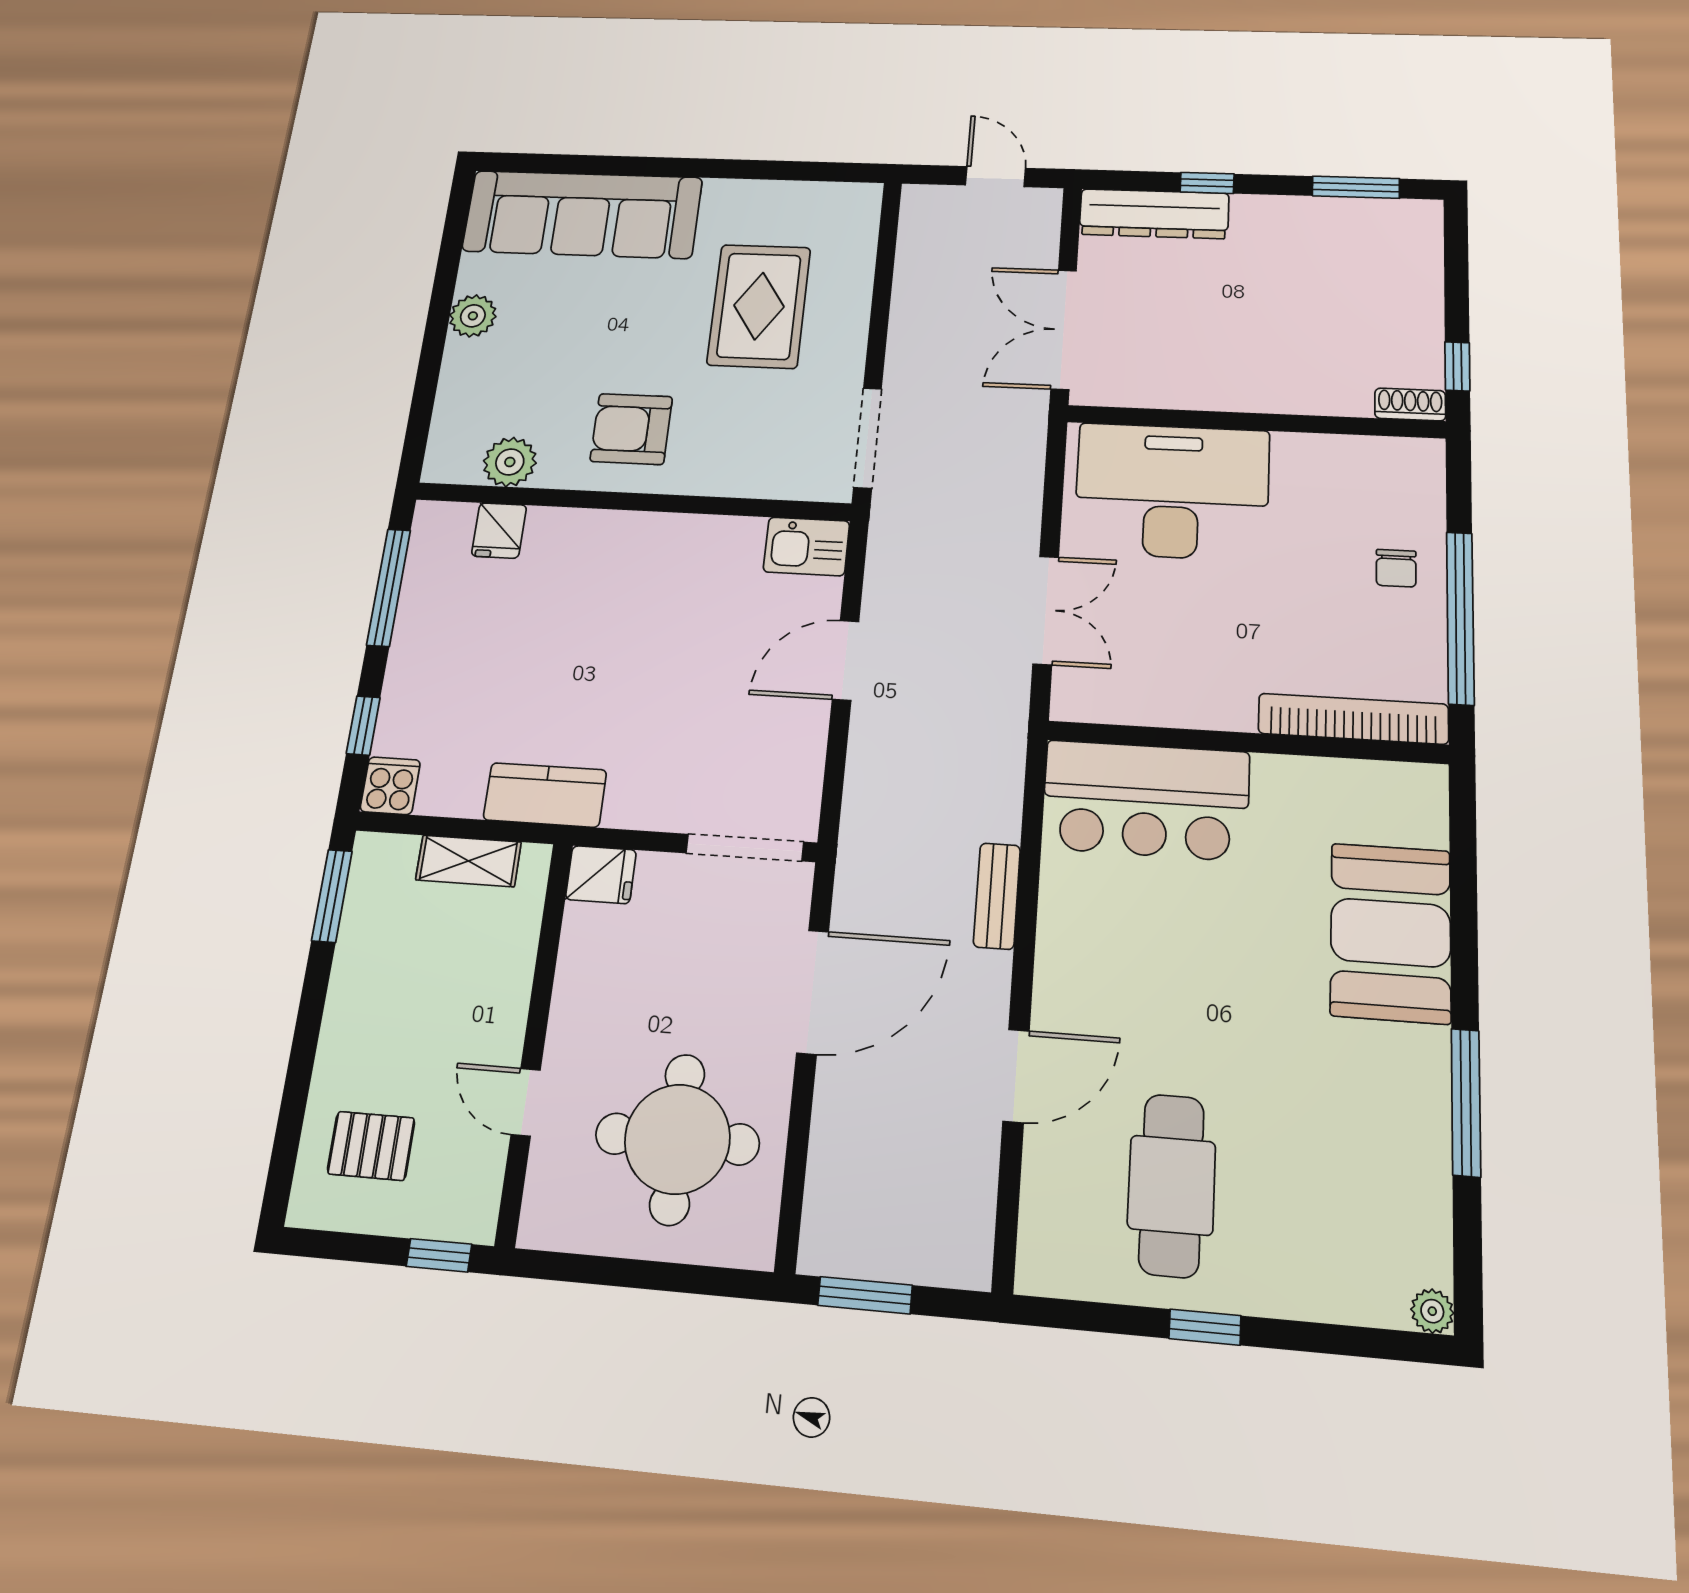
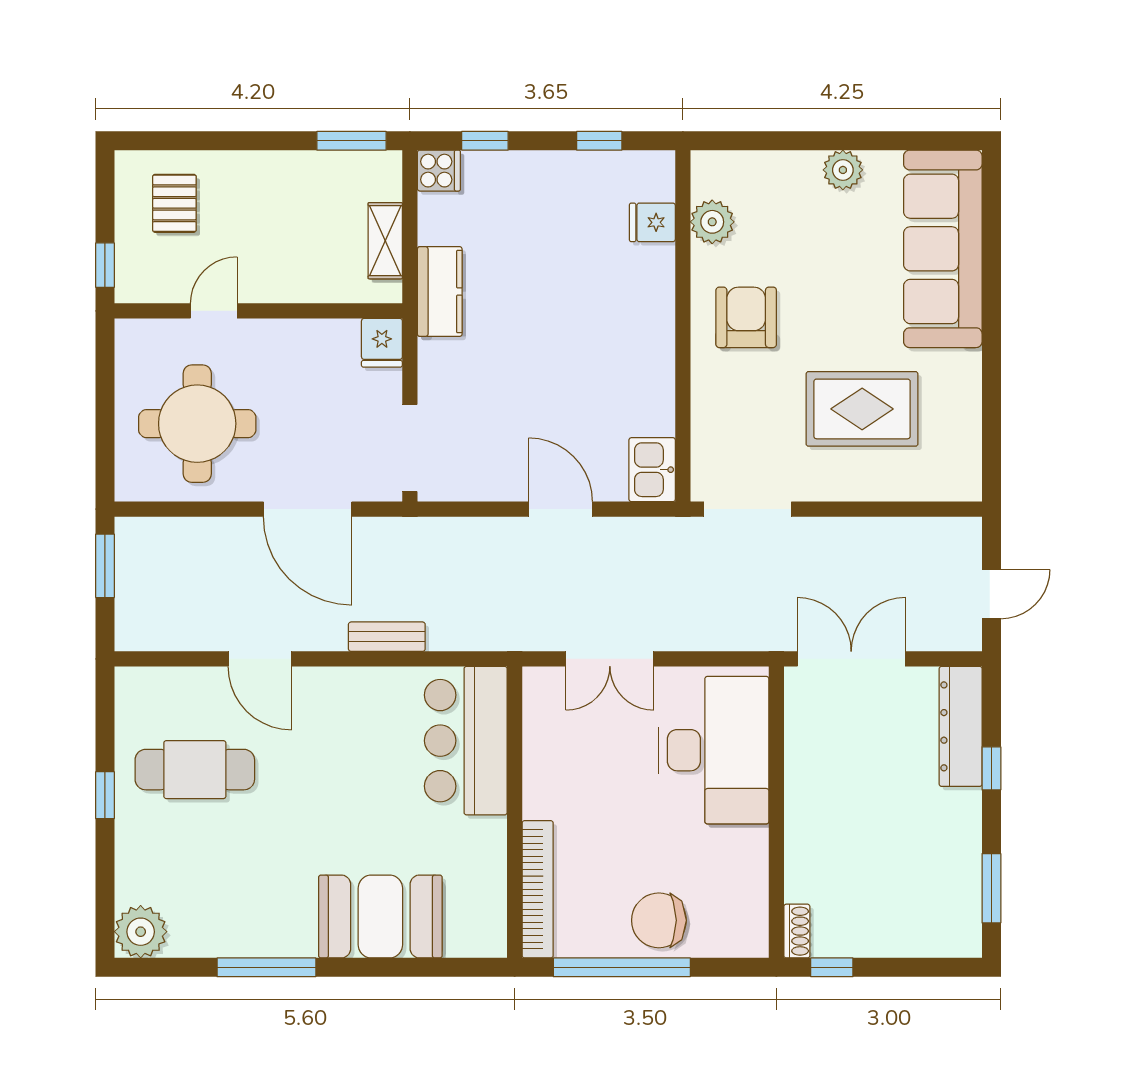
chair: (1396, 568) -> (659, 920), width x1.87, depth x1.87
window: (389, 587) -> (599, 141), width x0.46
plant: (1432, 1311) -> (141, 932), width x1.87, depth x1.87

